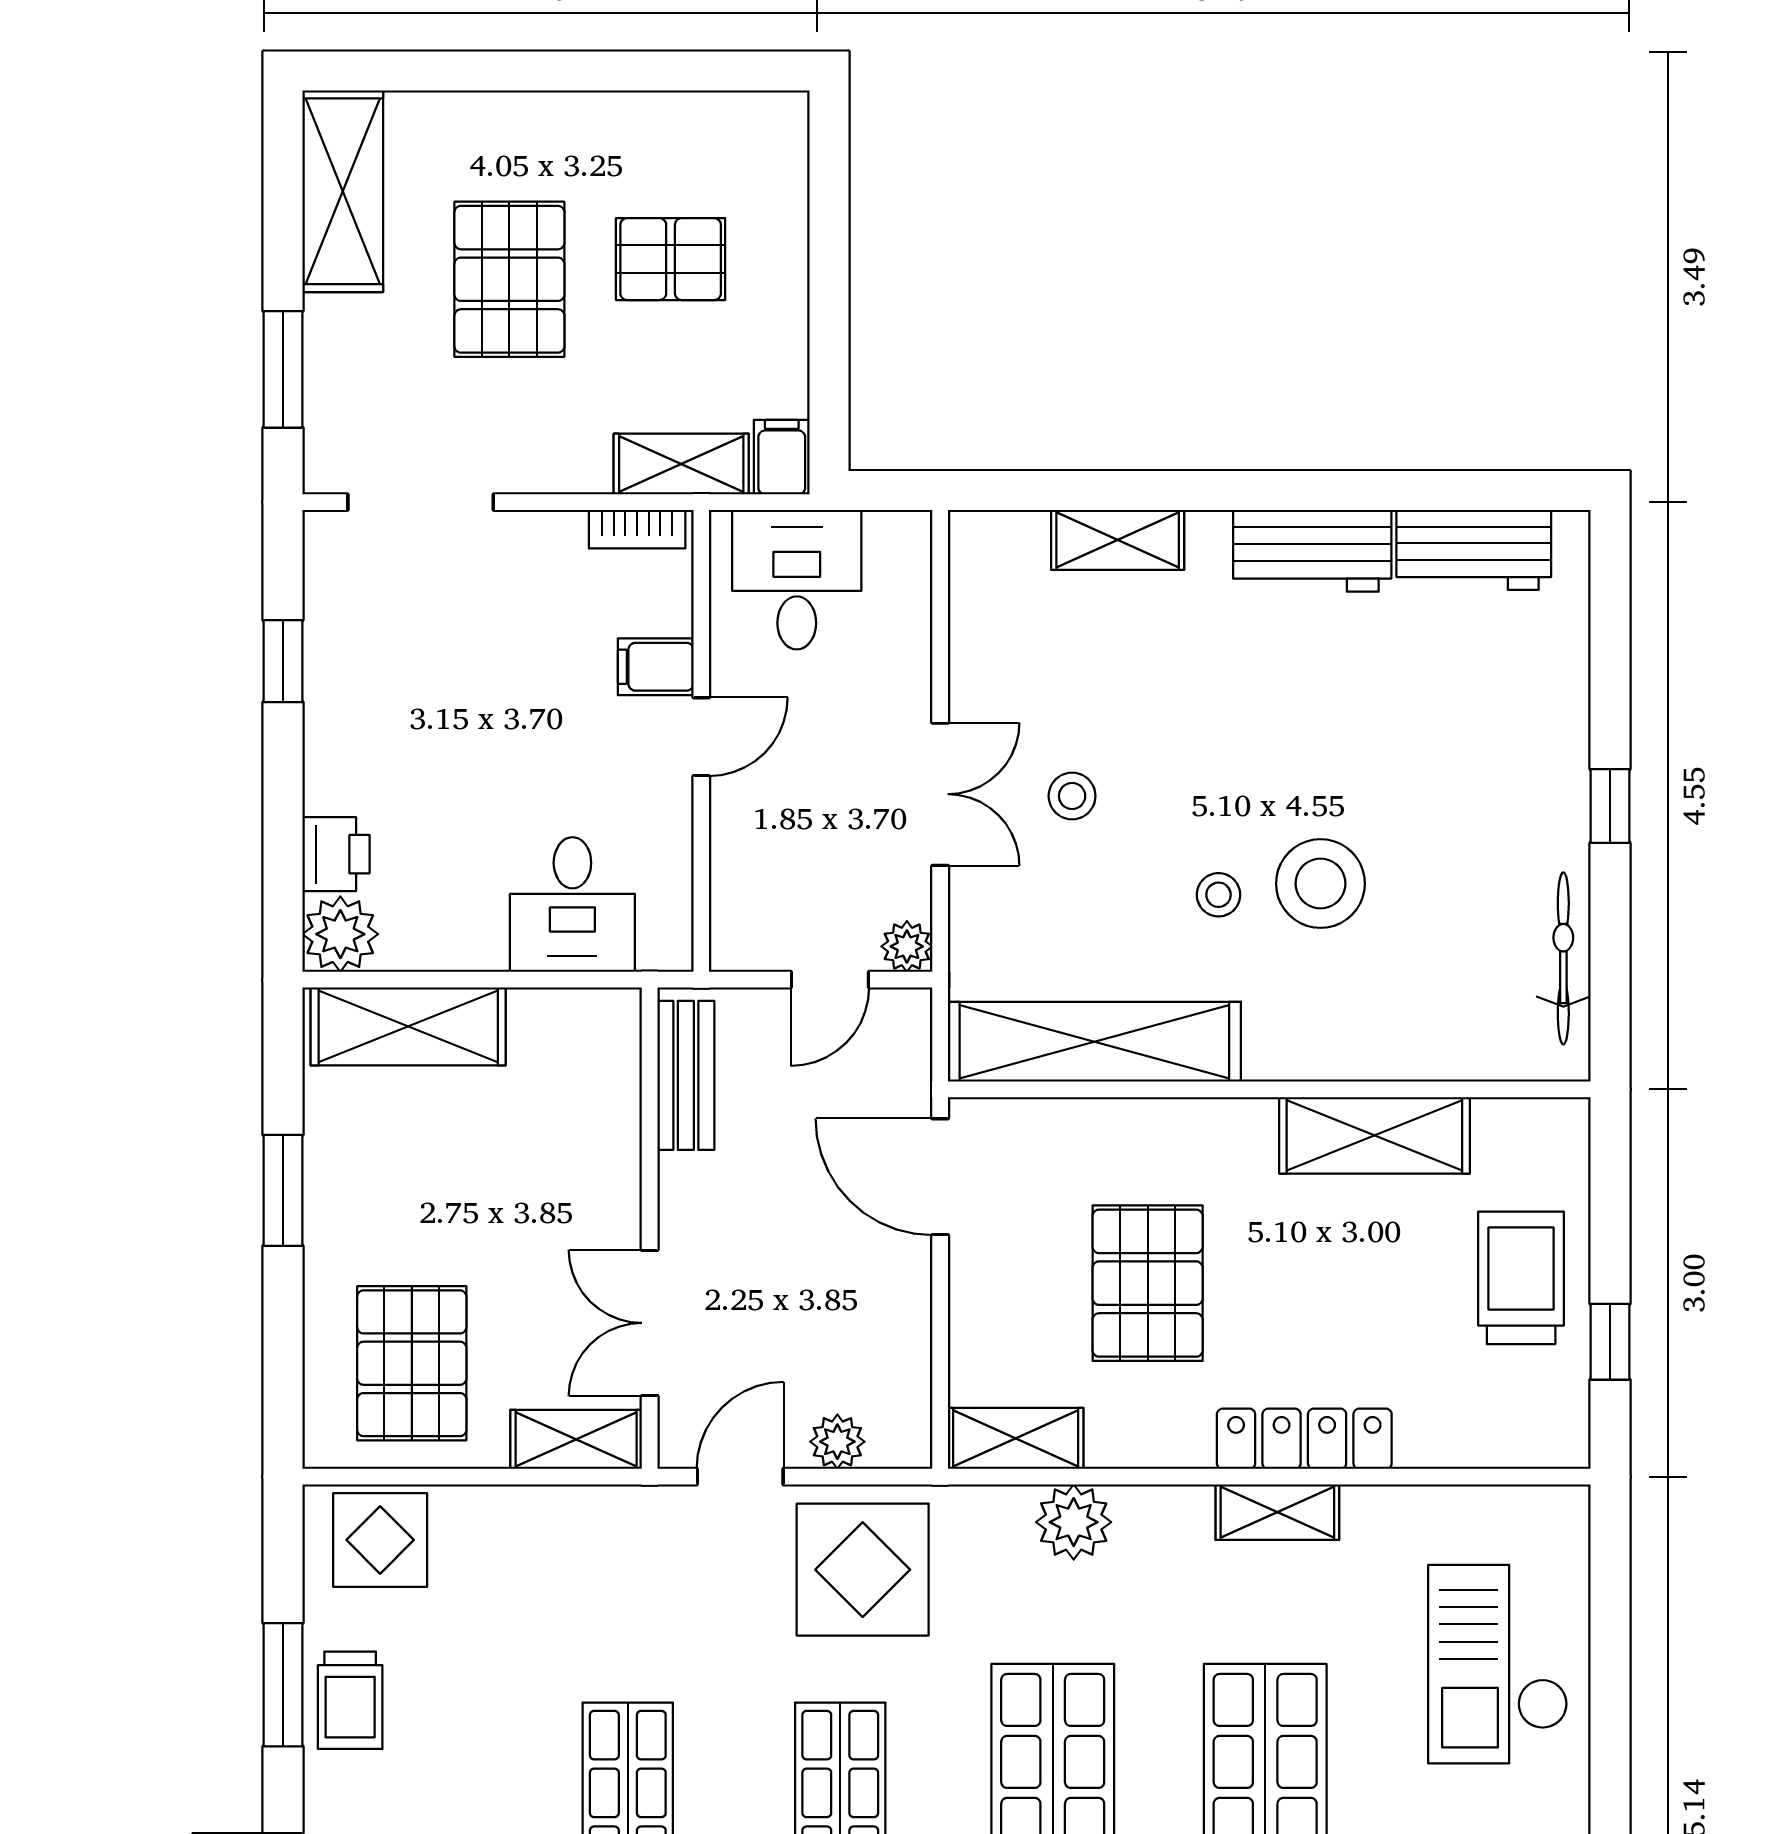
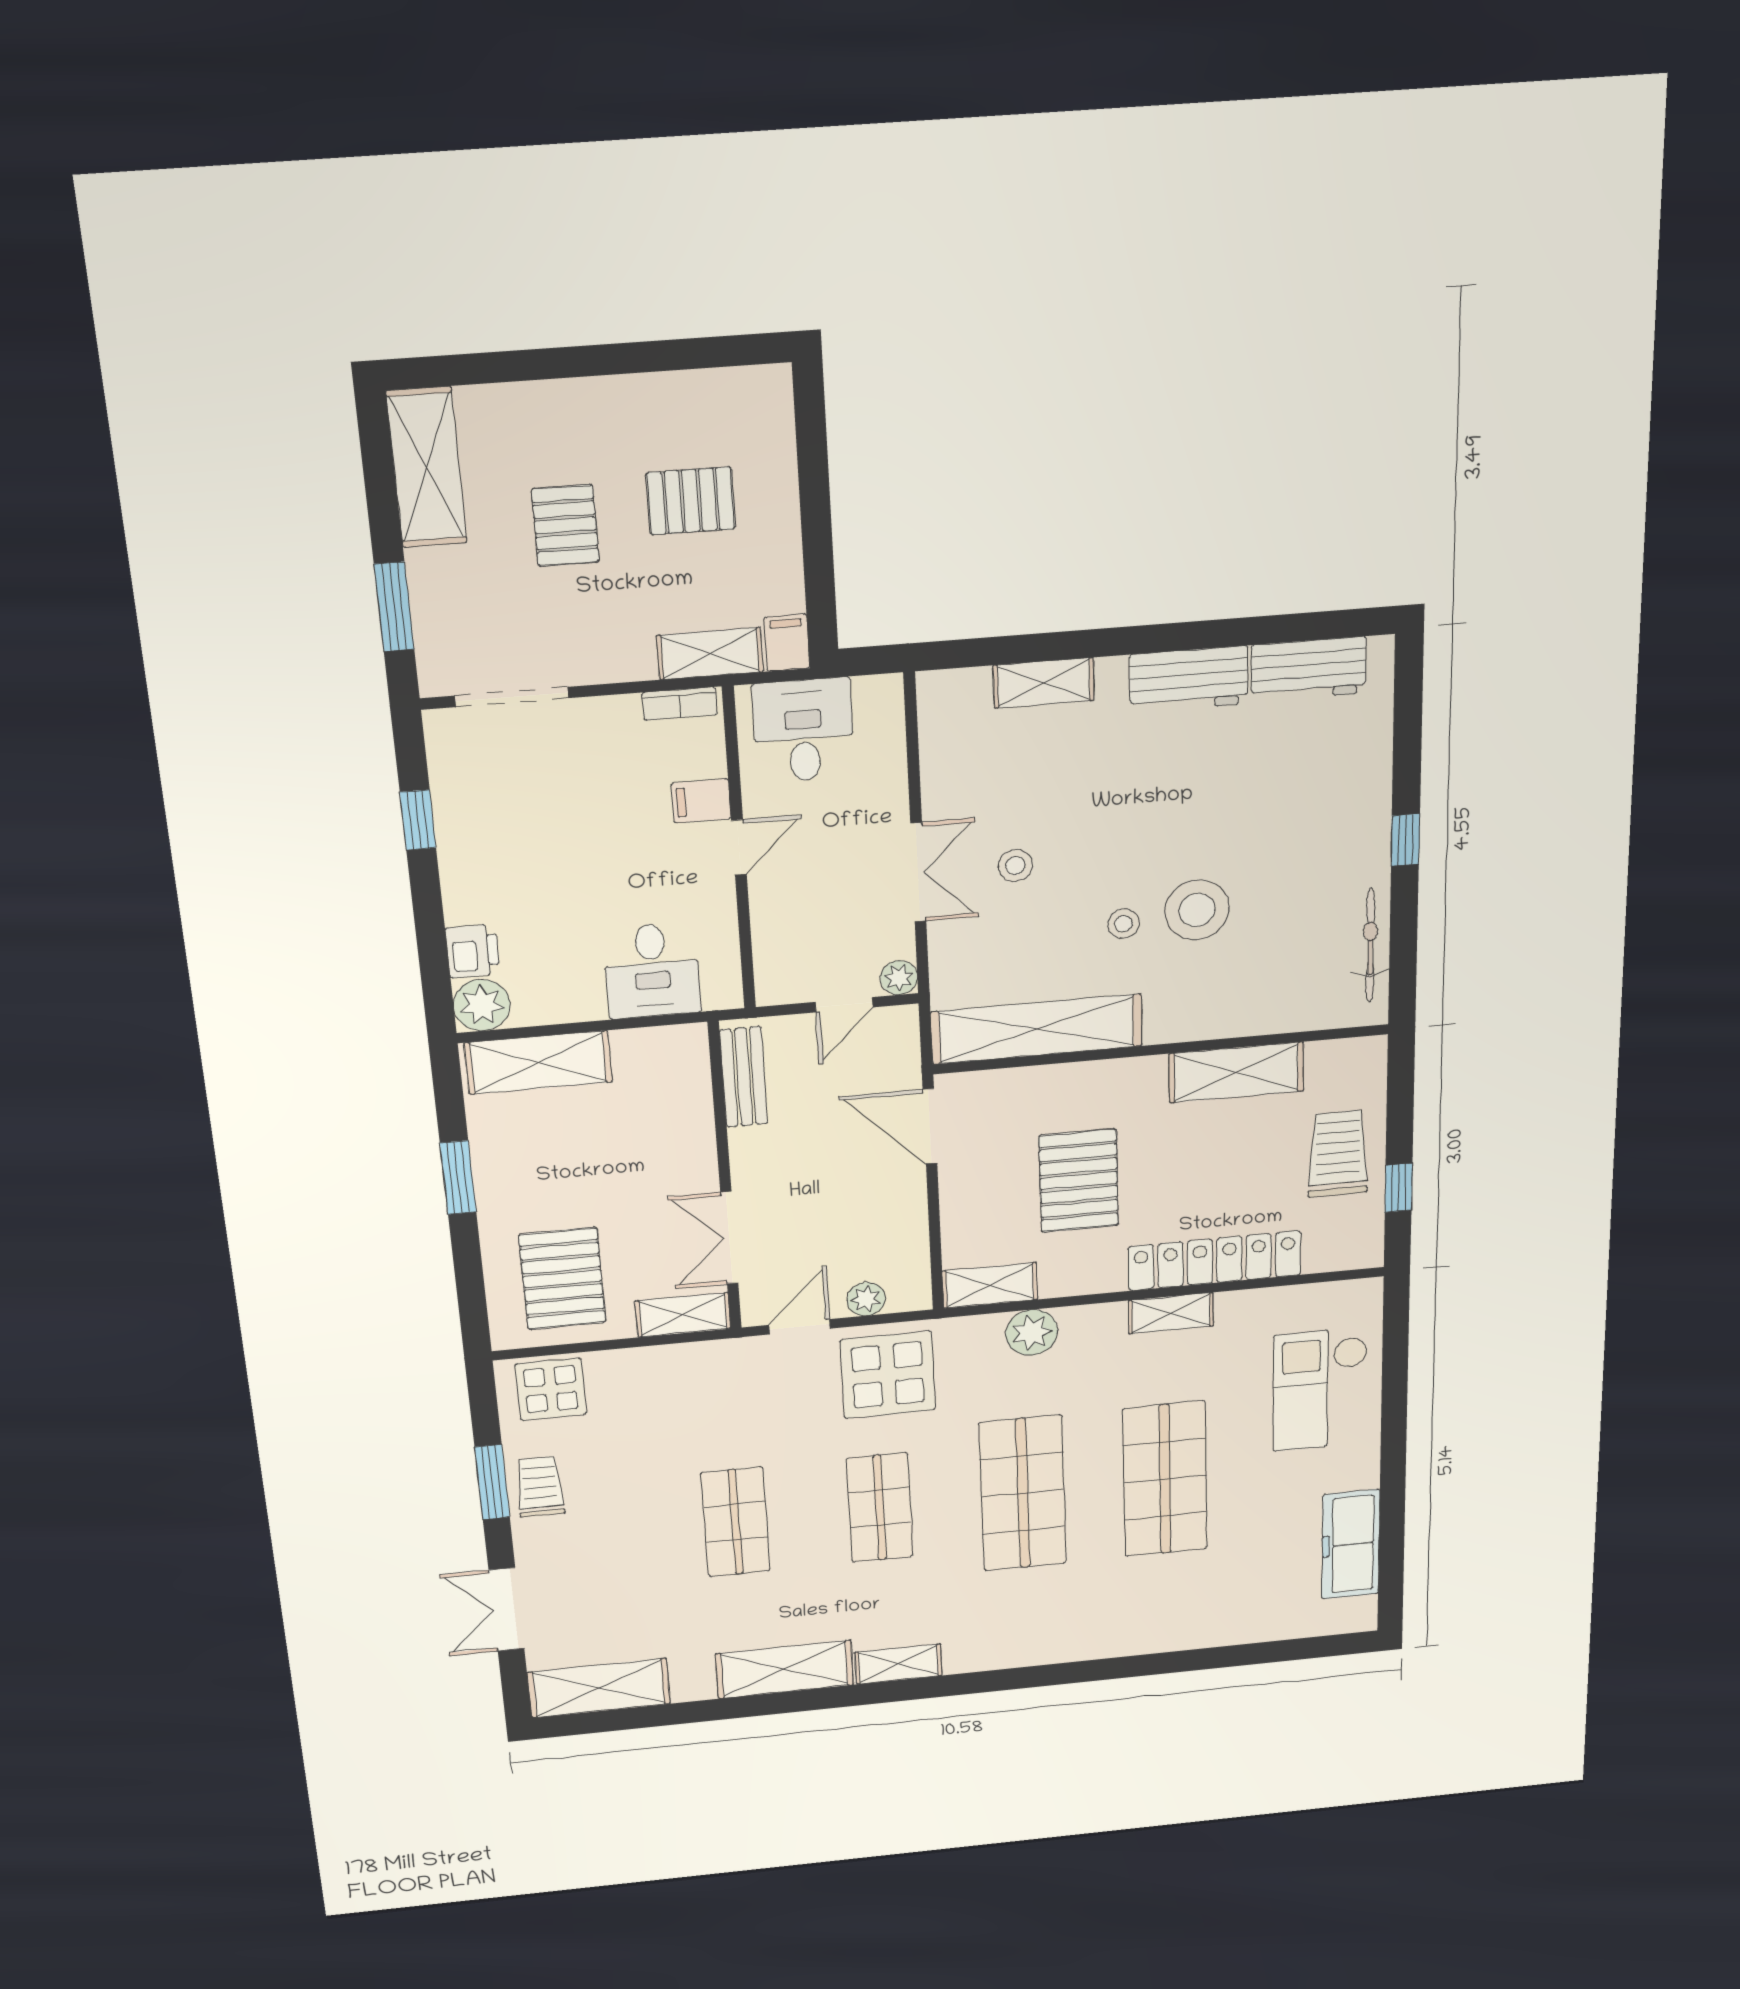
pallet: (509, 279) -> (565, 525), width x0.67, depth x0.71
locker: (1304, 1439) -> (1215, 1261), width x1.41, depth x1.21
trolley: (350, 1700) -> (540, 1487), turned 180

